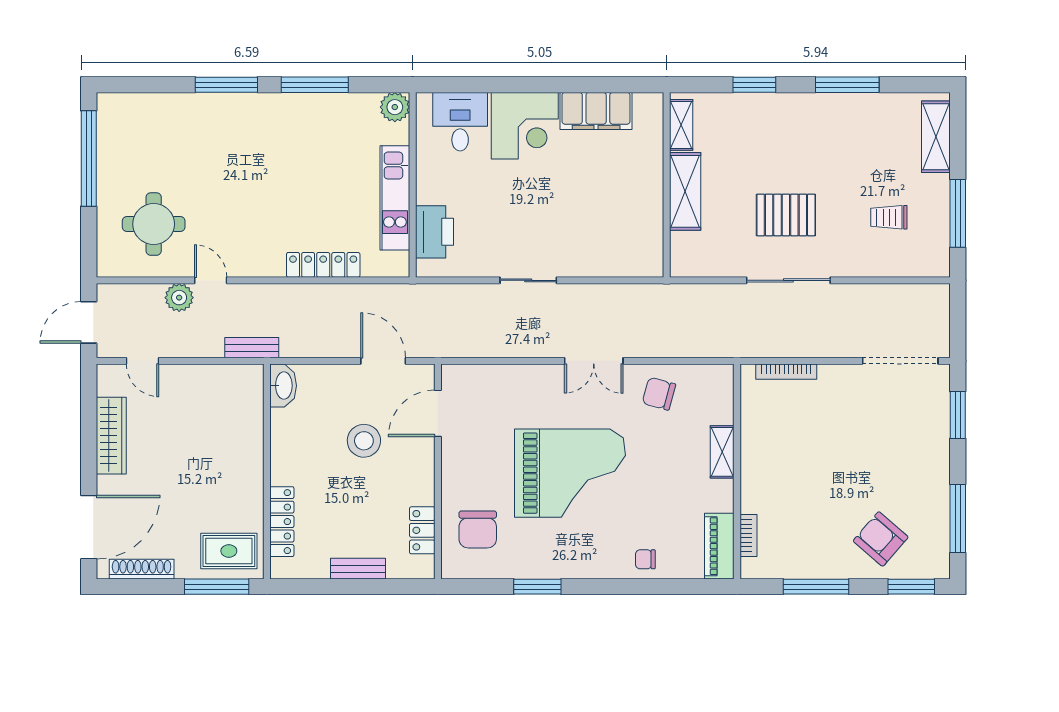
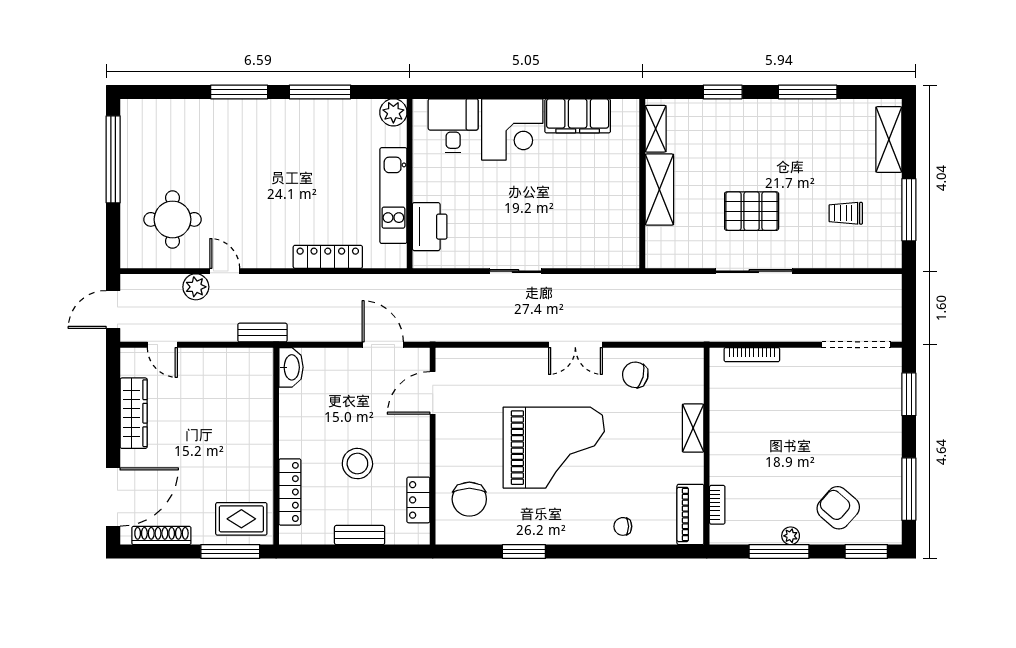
stool: (364, 441) -> (357, 464), moved
plant: (829, 569) -> (791, 536), added

